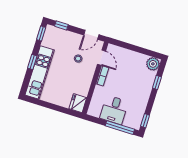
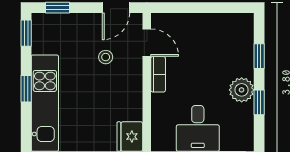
plant: (153, 64) -> (242, 90), moved
window: (145, 121) -> (259, 102), moved

